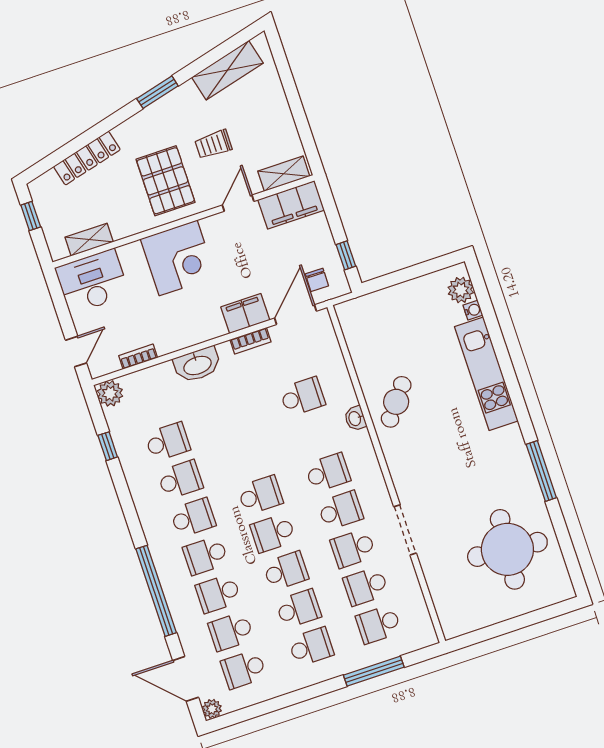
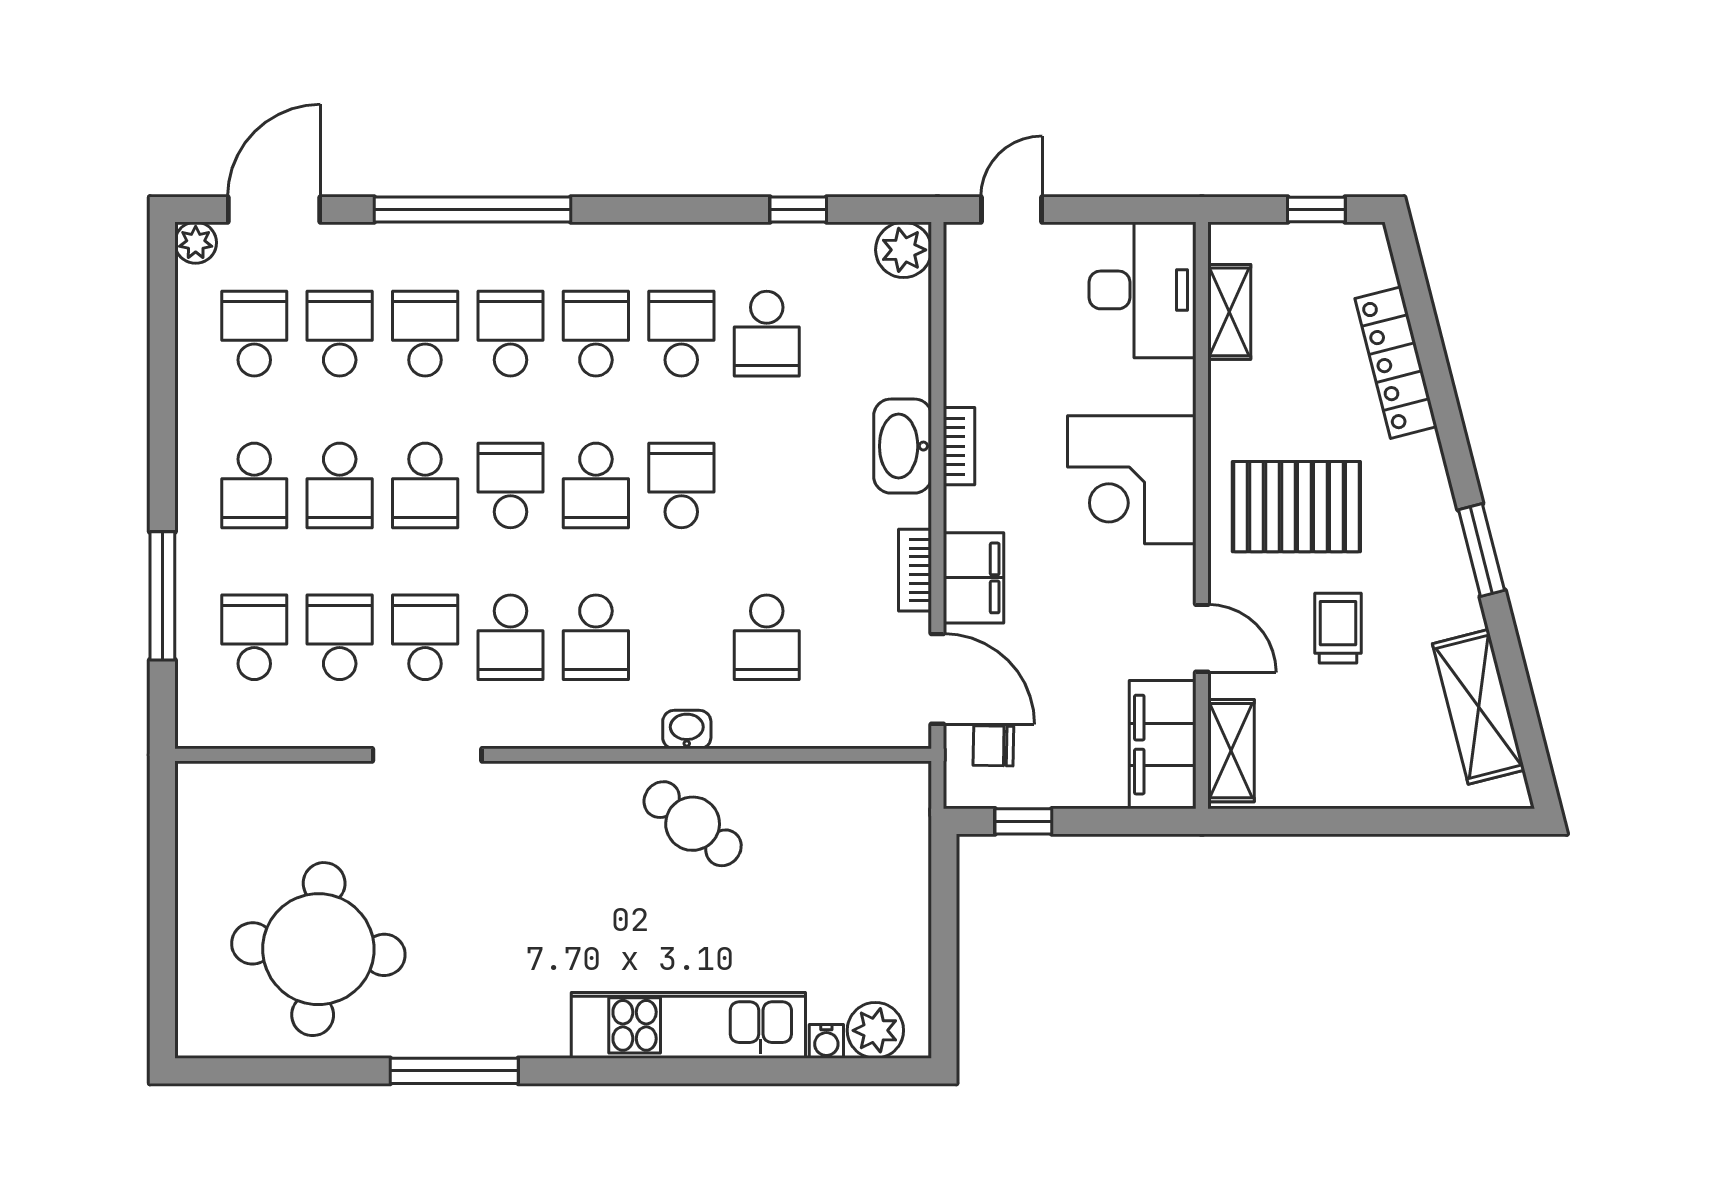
door: (76, 352) -> (1011, 209), swing flipped
bookcase: (138, 357) -> (959, 446), moved
school desk: (248, 457) -> (681, 485), added
school desk: (180, 480) -> (681, 334), turned 180
school desk: (193, 518) -> (596, 334), turned 180

